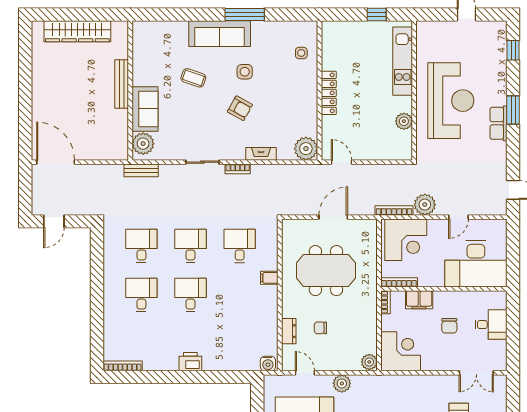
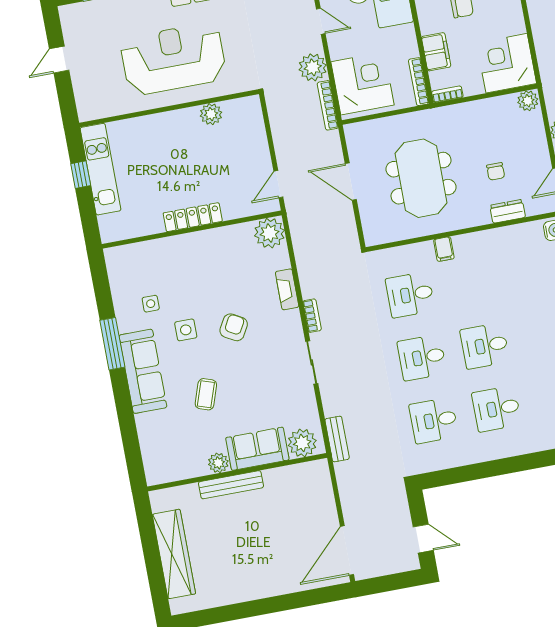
side table: (301, 53) -> (151, 304), moved
kitchen unit: (403, 61) -> (101, 169), moved, turned -90
plant: (140, 78) -> (218, 463), added

